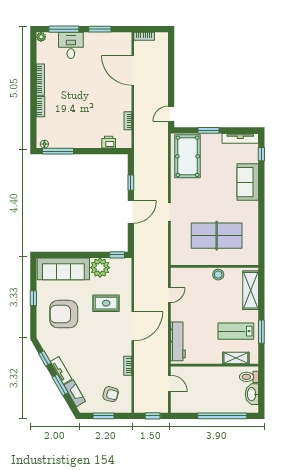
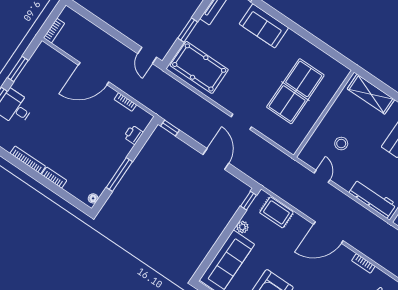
door: (133, 70) -> (94, 74), moved
window: (58, 151) -> (119, 174), moved
window: (131, 183) -> (170, 128), moved
plant: (100, 268) -> (242, 227), width x0.53, depth x0.53
stool: (218, 275) -> (341, 144), moved
rug: (106, 303) -> (276, 212), moved, turned 90
door: (133, 326) -> (328, 232), swing flipped

